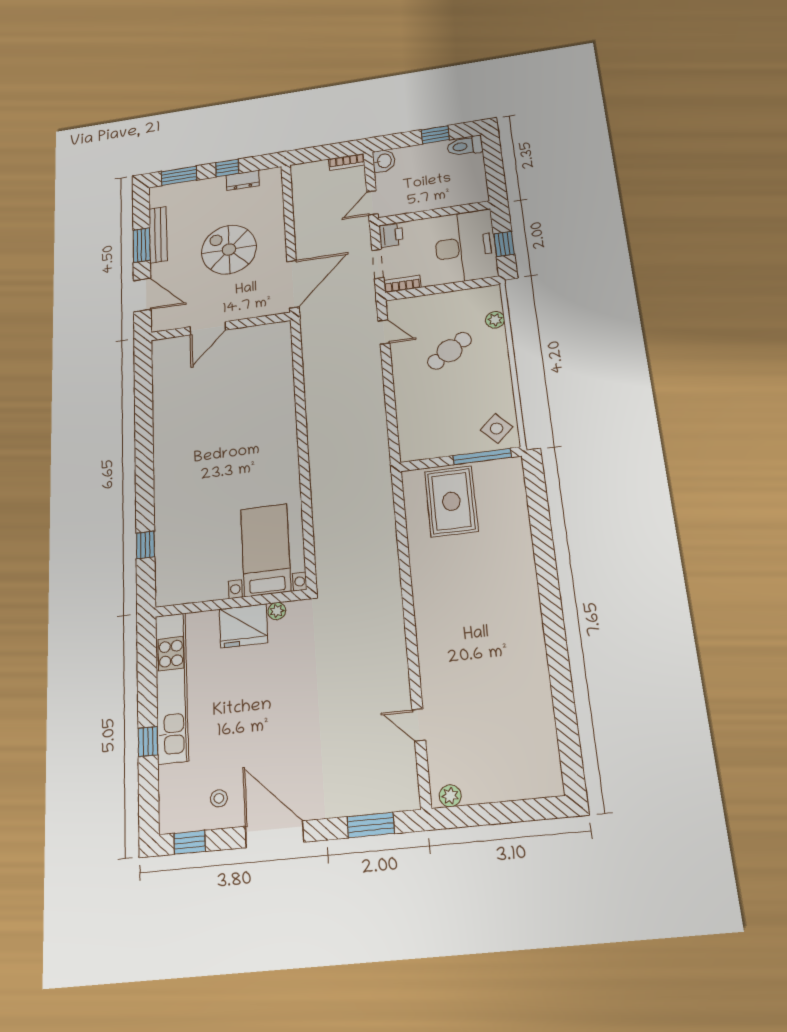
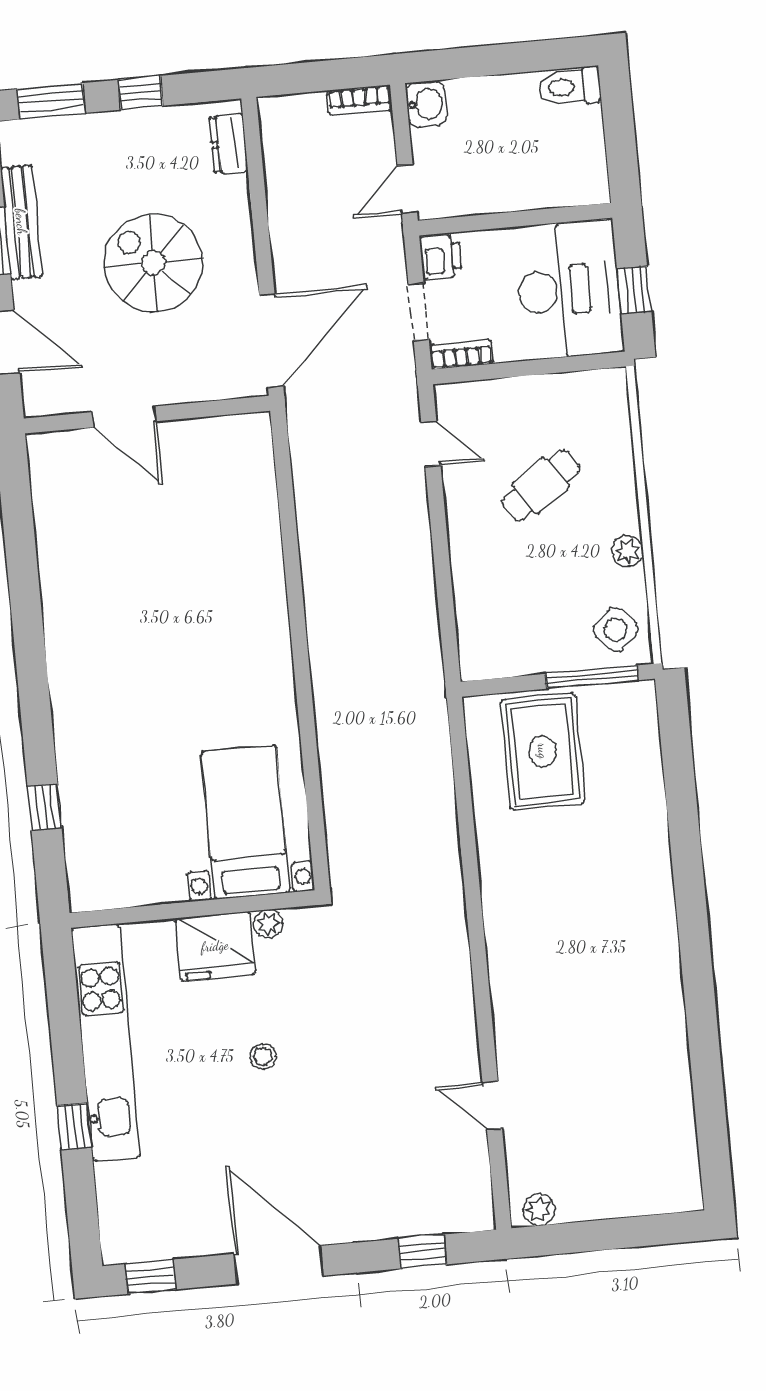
window: (435, 135) -> (517, 58), removed
dresser: (243, 180) -> (229, 143), moved, turned 90
plant: (495, 320) -> (628, 551), moved
door: (208, 328) -> (125, 417), hinge flipped
stool: (219, 798) -> (263, 1057), moved
window: (371, 825) -> (422, 1252), width x0.67

